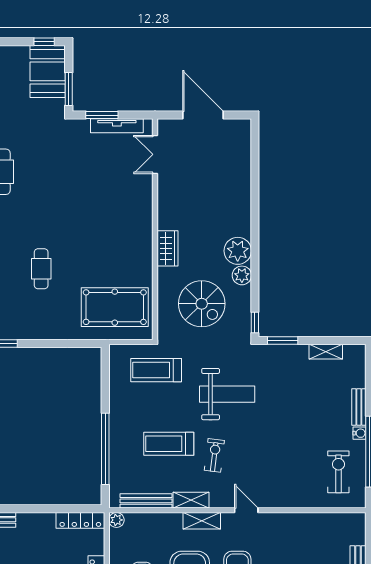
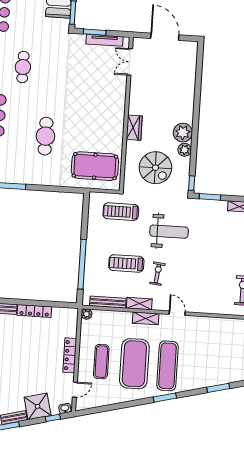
cafe table: (41, 269) -> (46, 136), width x1.37, depth x1.35
locker: (80, 520) -> (34, 311), moved

